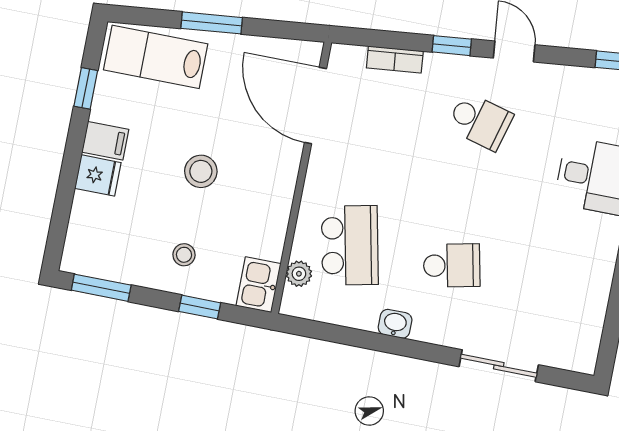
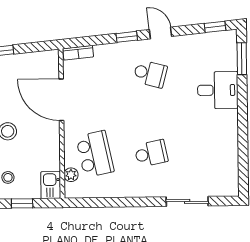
bookcase: (395, 60) -> (78, 53), moved
door: (315, 106) -> (61, 100), moved
washbasin: (395, 324) -> (128, 191), removed

